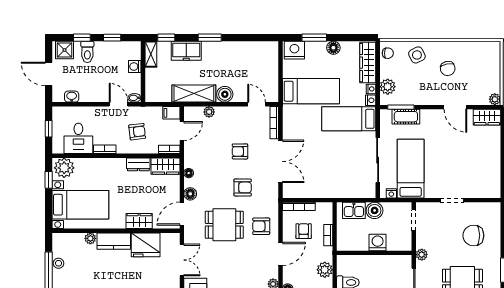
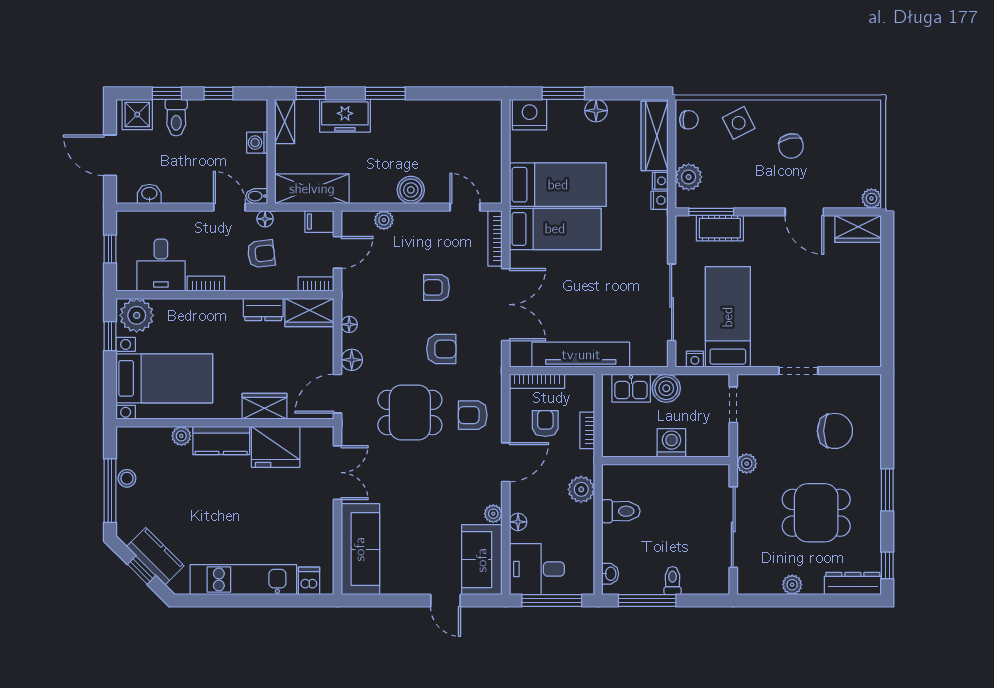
shelving: (194, 94) -> (312, 189), moved
floor lamp: (139, 111) -> (265, 219), added
bed: (349, 119) -> (555, 229), moved, turned 180
tv unit: (324, 191) -> (581, 355), added
chair: (473, 235) -> (835, 431), turned 180

